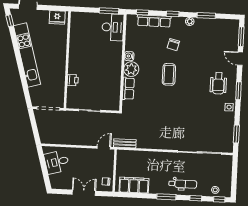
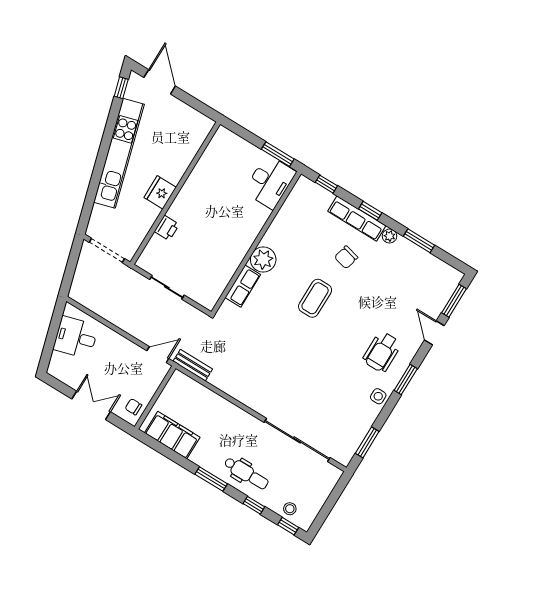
fridge: (57, 17) -> (160, 192), moved, turned 90
row of seats: (154, 21) -> (357, 219), moved
water cooler: (129, 56) -> (271, 238), removed

